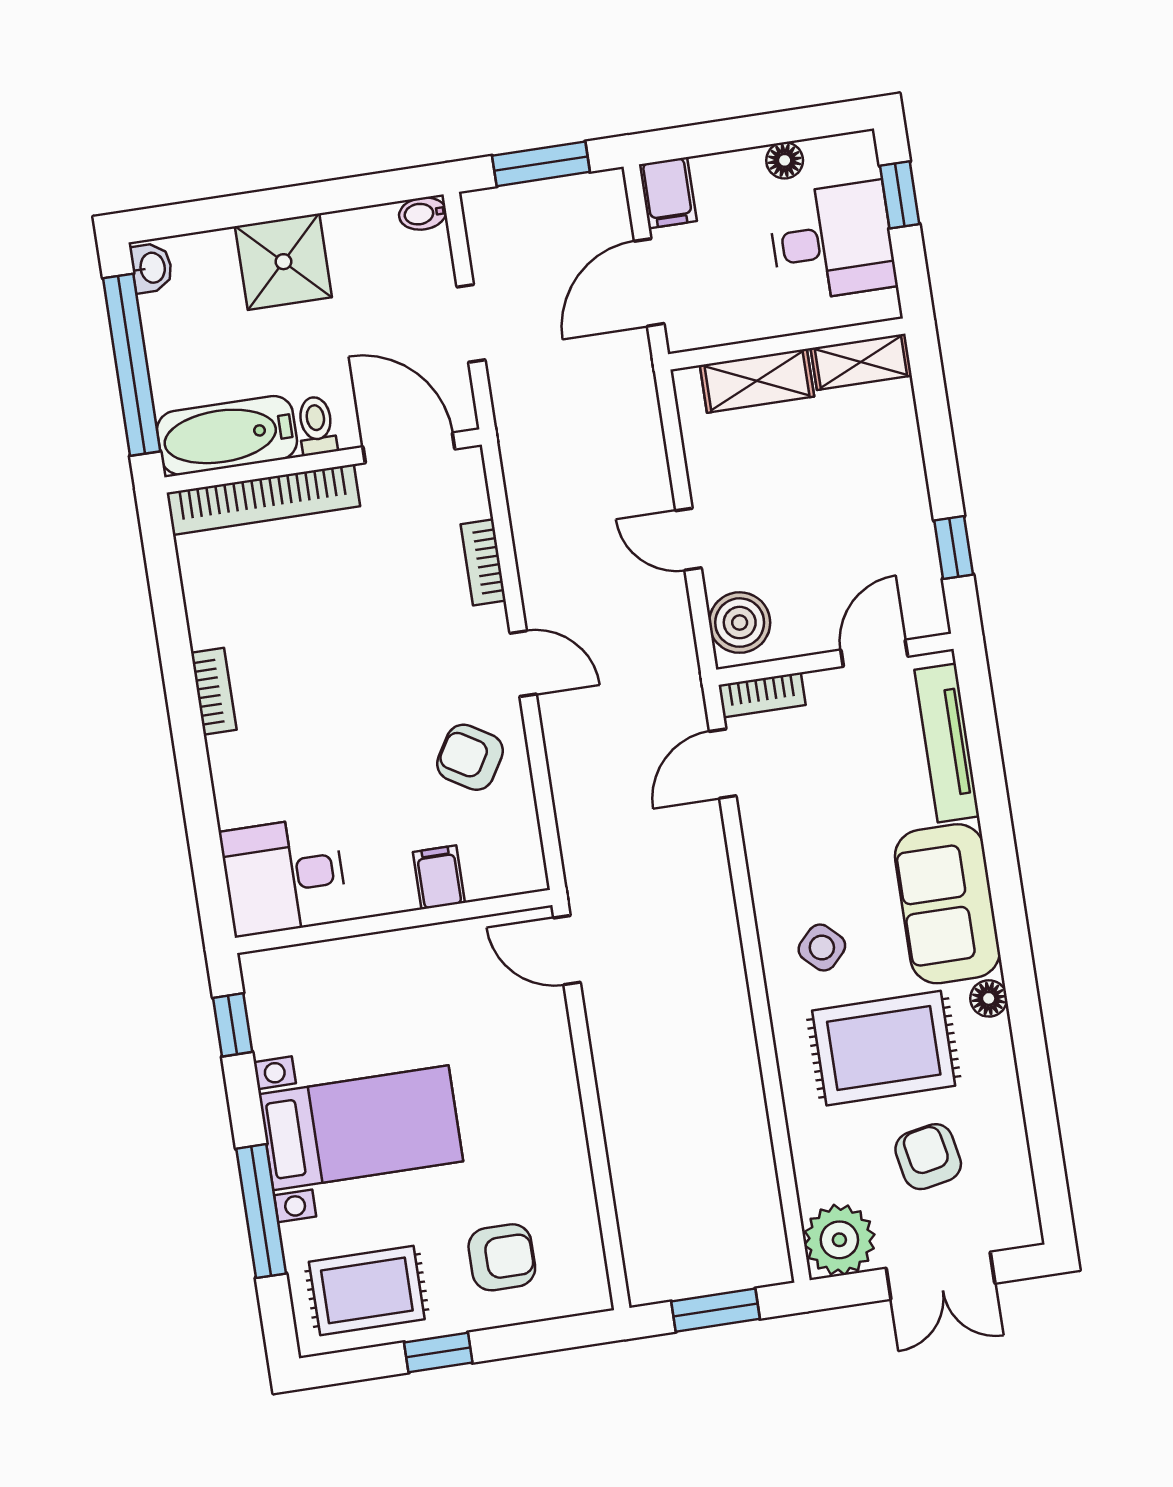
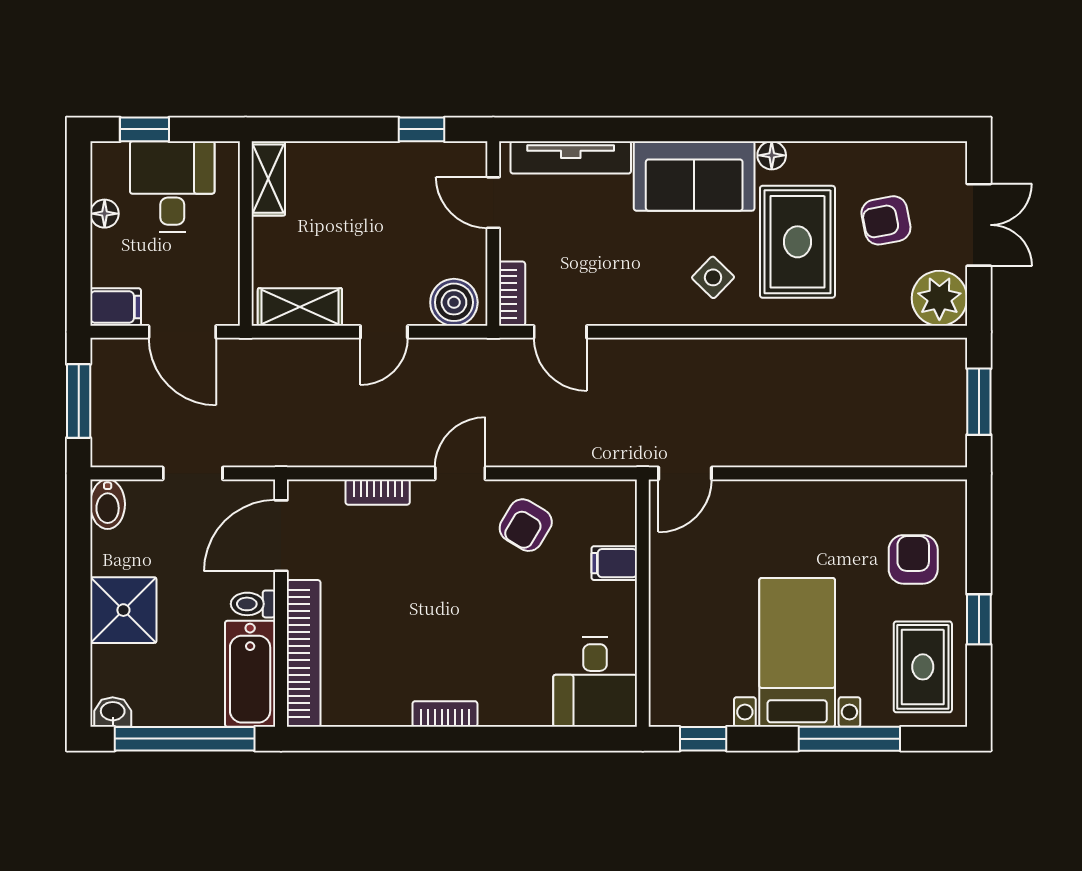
bidet: (423, 214) -> (108, 504), width x1.38, depth x1.36
shelving: (757, 381) -> (300, 307), moved, turned 90

